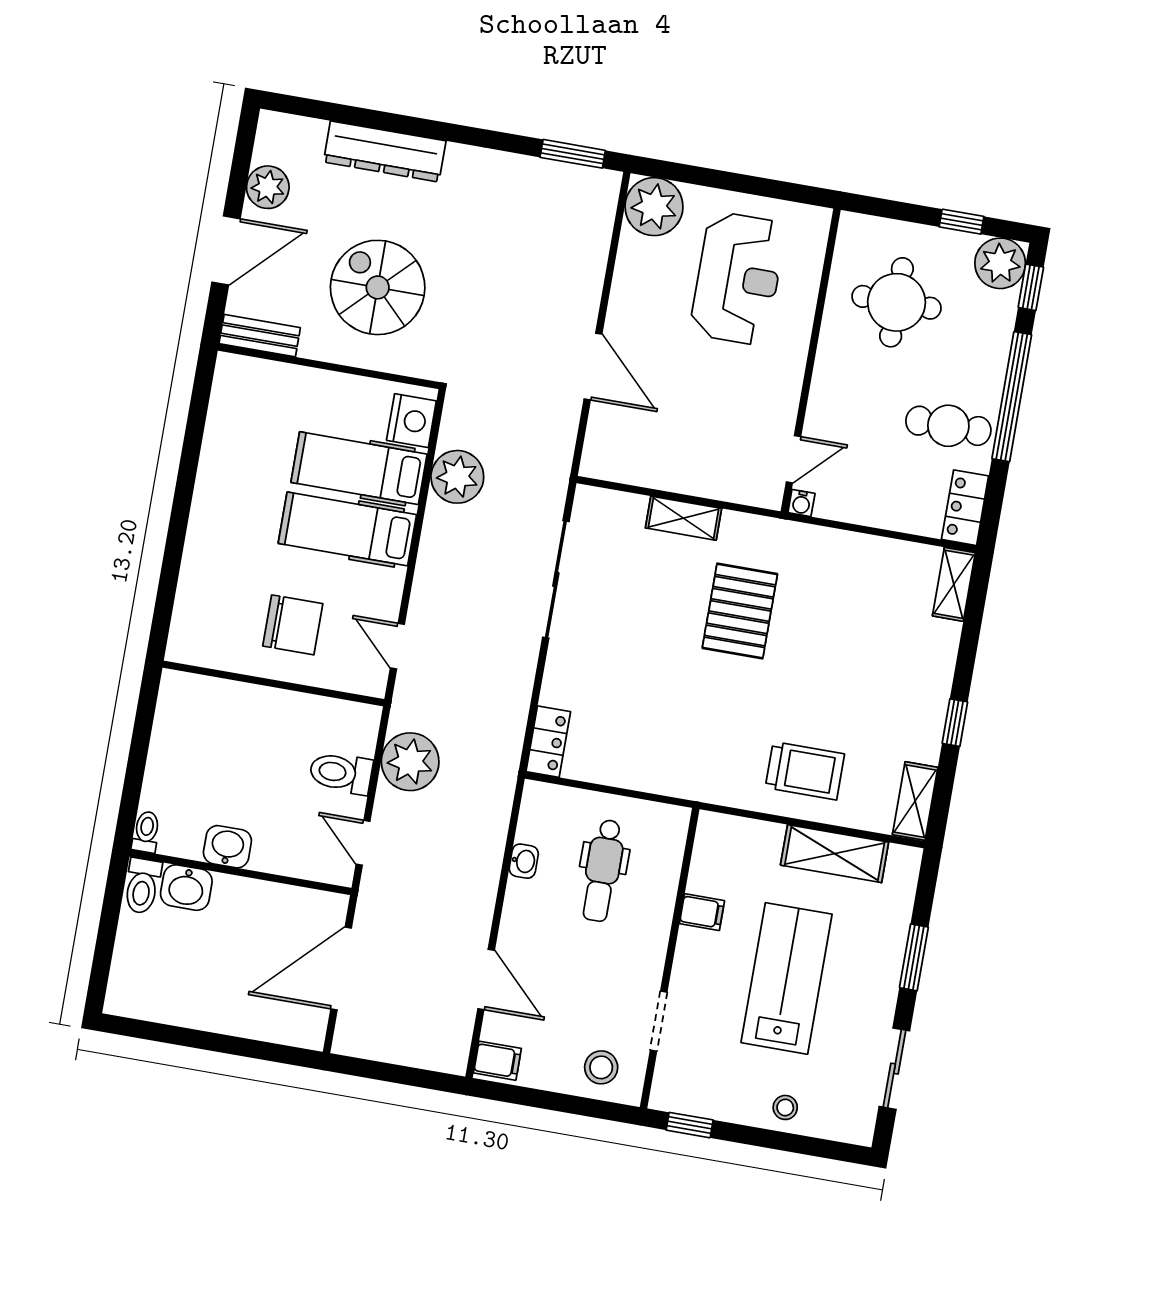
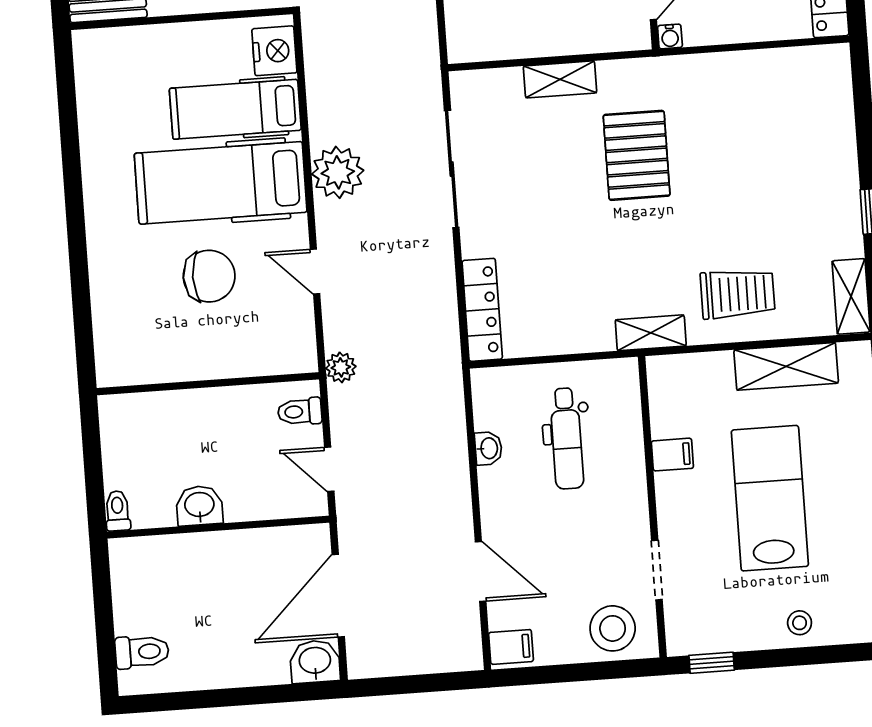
plant: (457, 477) -> (338, 172), moved
hospital bed: (347, 529) -> (221, 183), width x1.37, depth x1.29
shelving: (954, 584) -> (651, 333), moved, turned 90
wall: (273, 683) -> (208, 384), moved
locker: (548, 742) -> (482, 310), width x1.53
plant: (410, 762) -> (341, 367), width x0.53, depth x0.53
toilet: (341, 773) -> (300, 412), width x0.73, depth x0.72
toilet: (142, 886) -> (142, 652), moved, turned -90
washbasin: (186, 888) -> (315, 661), moved, turned 180
stool: (601, 1067) -> (613, 628), width x1.38, depth x1.38

